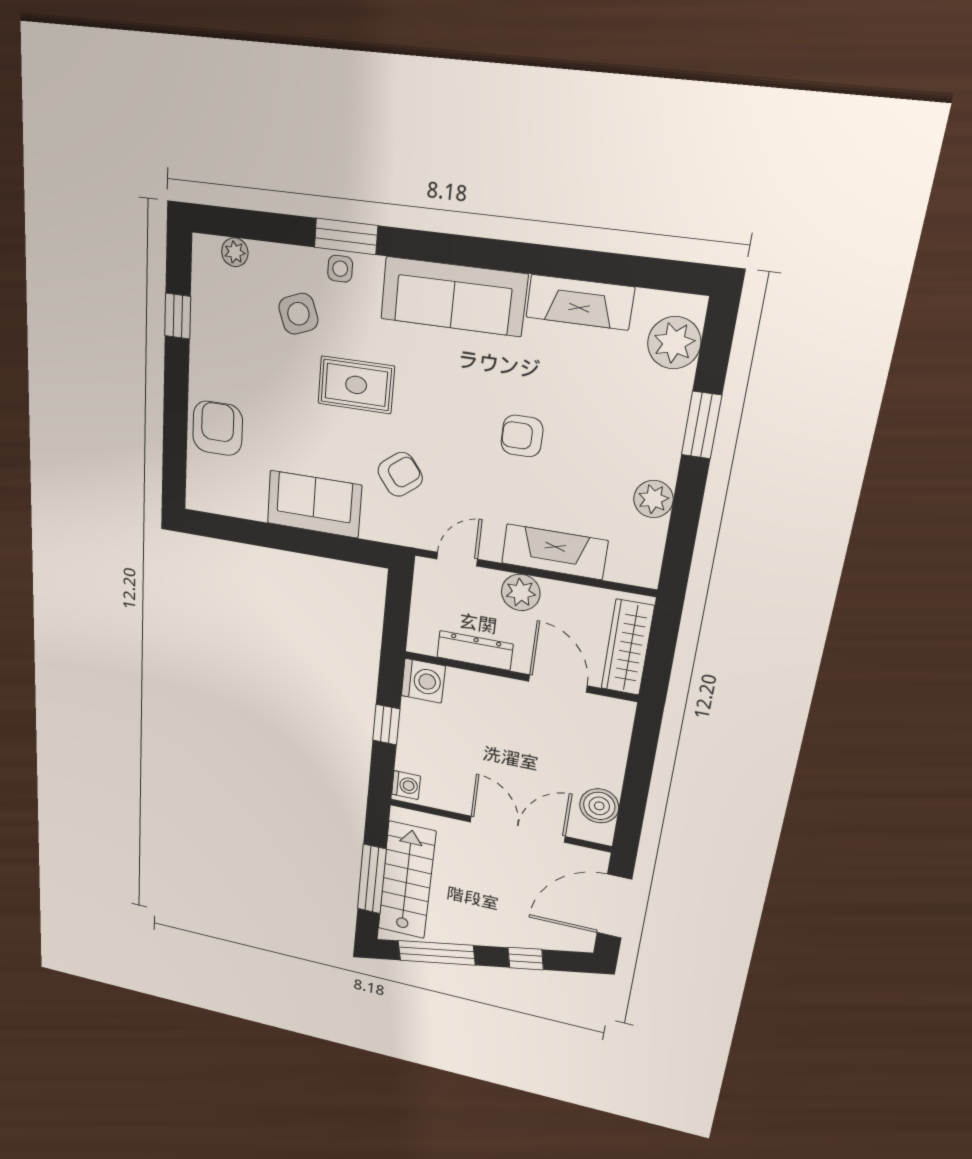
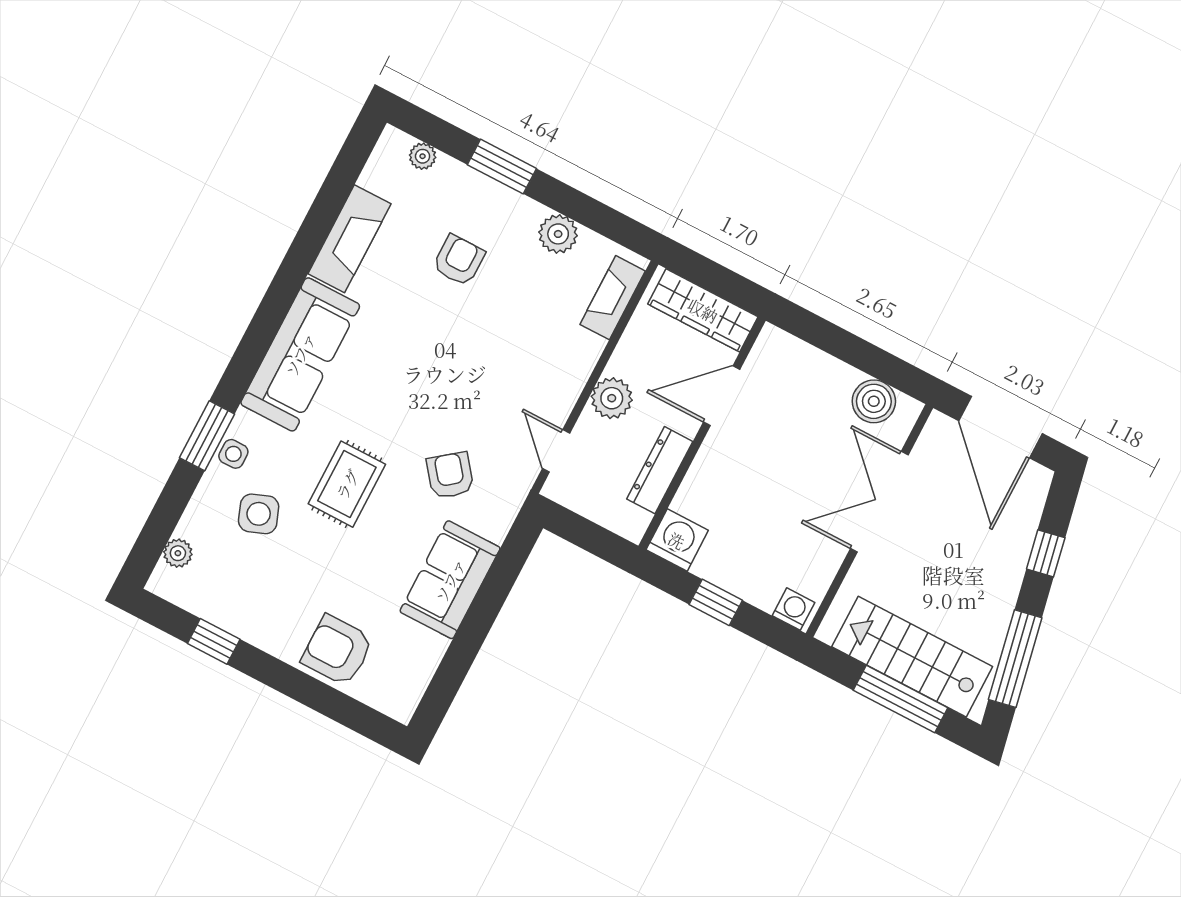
plant: (674, 343) -> (423, 156), width x0.53, depth x0.53
armchair: (522, 436) -> (459, 260), moved, turned 180
fireplace: (555, 552) -> (613, 298), moved, width x0.73, depth x0.76

